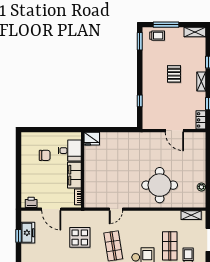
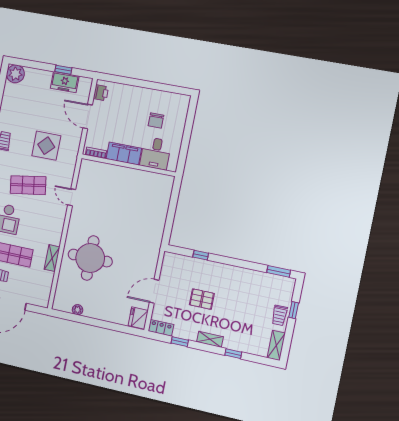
window: (166, 25) -> (294, 310), width x0.46
trolley: (157, 36) -> (279, 315), moved
pallet: (174, 74) -> (202, 299), moved
fridge: (92, 139) -> (138, 318), moved
door: (51, 209) -> (88, 117), hinge flipped
shelving: (191, 215) -> (52, 258), moved

